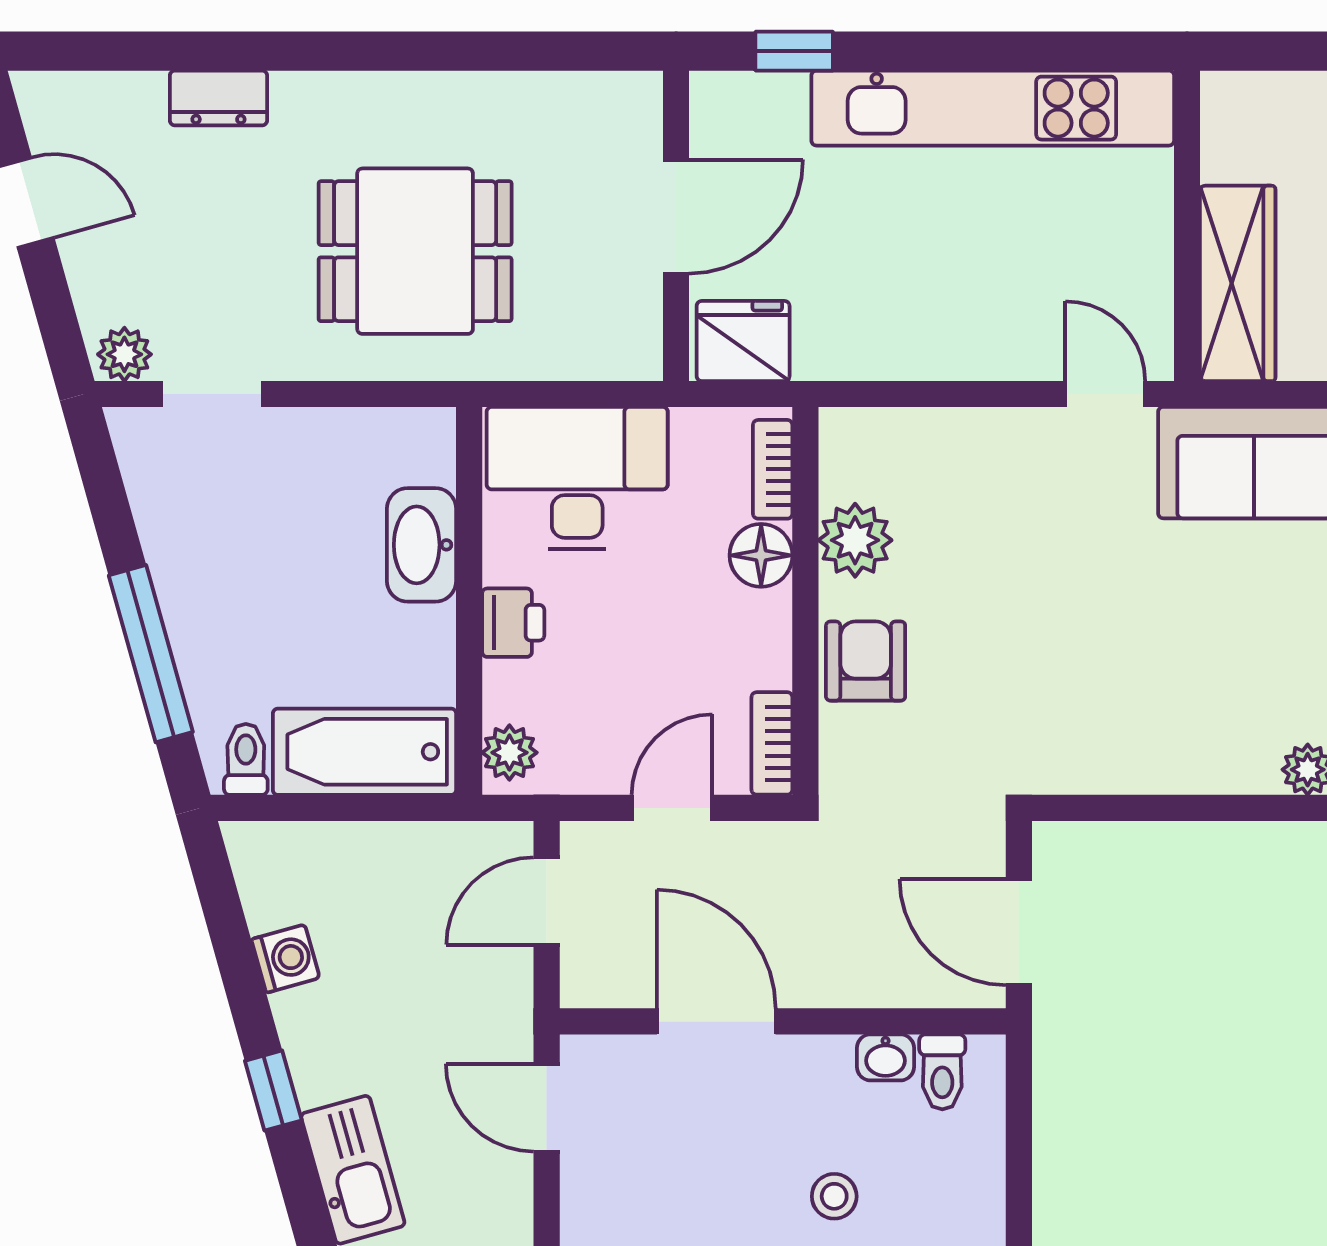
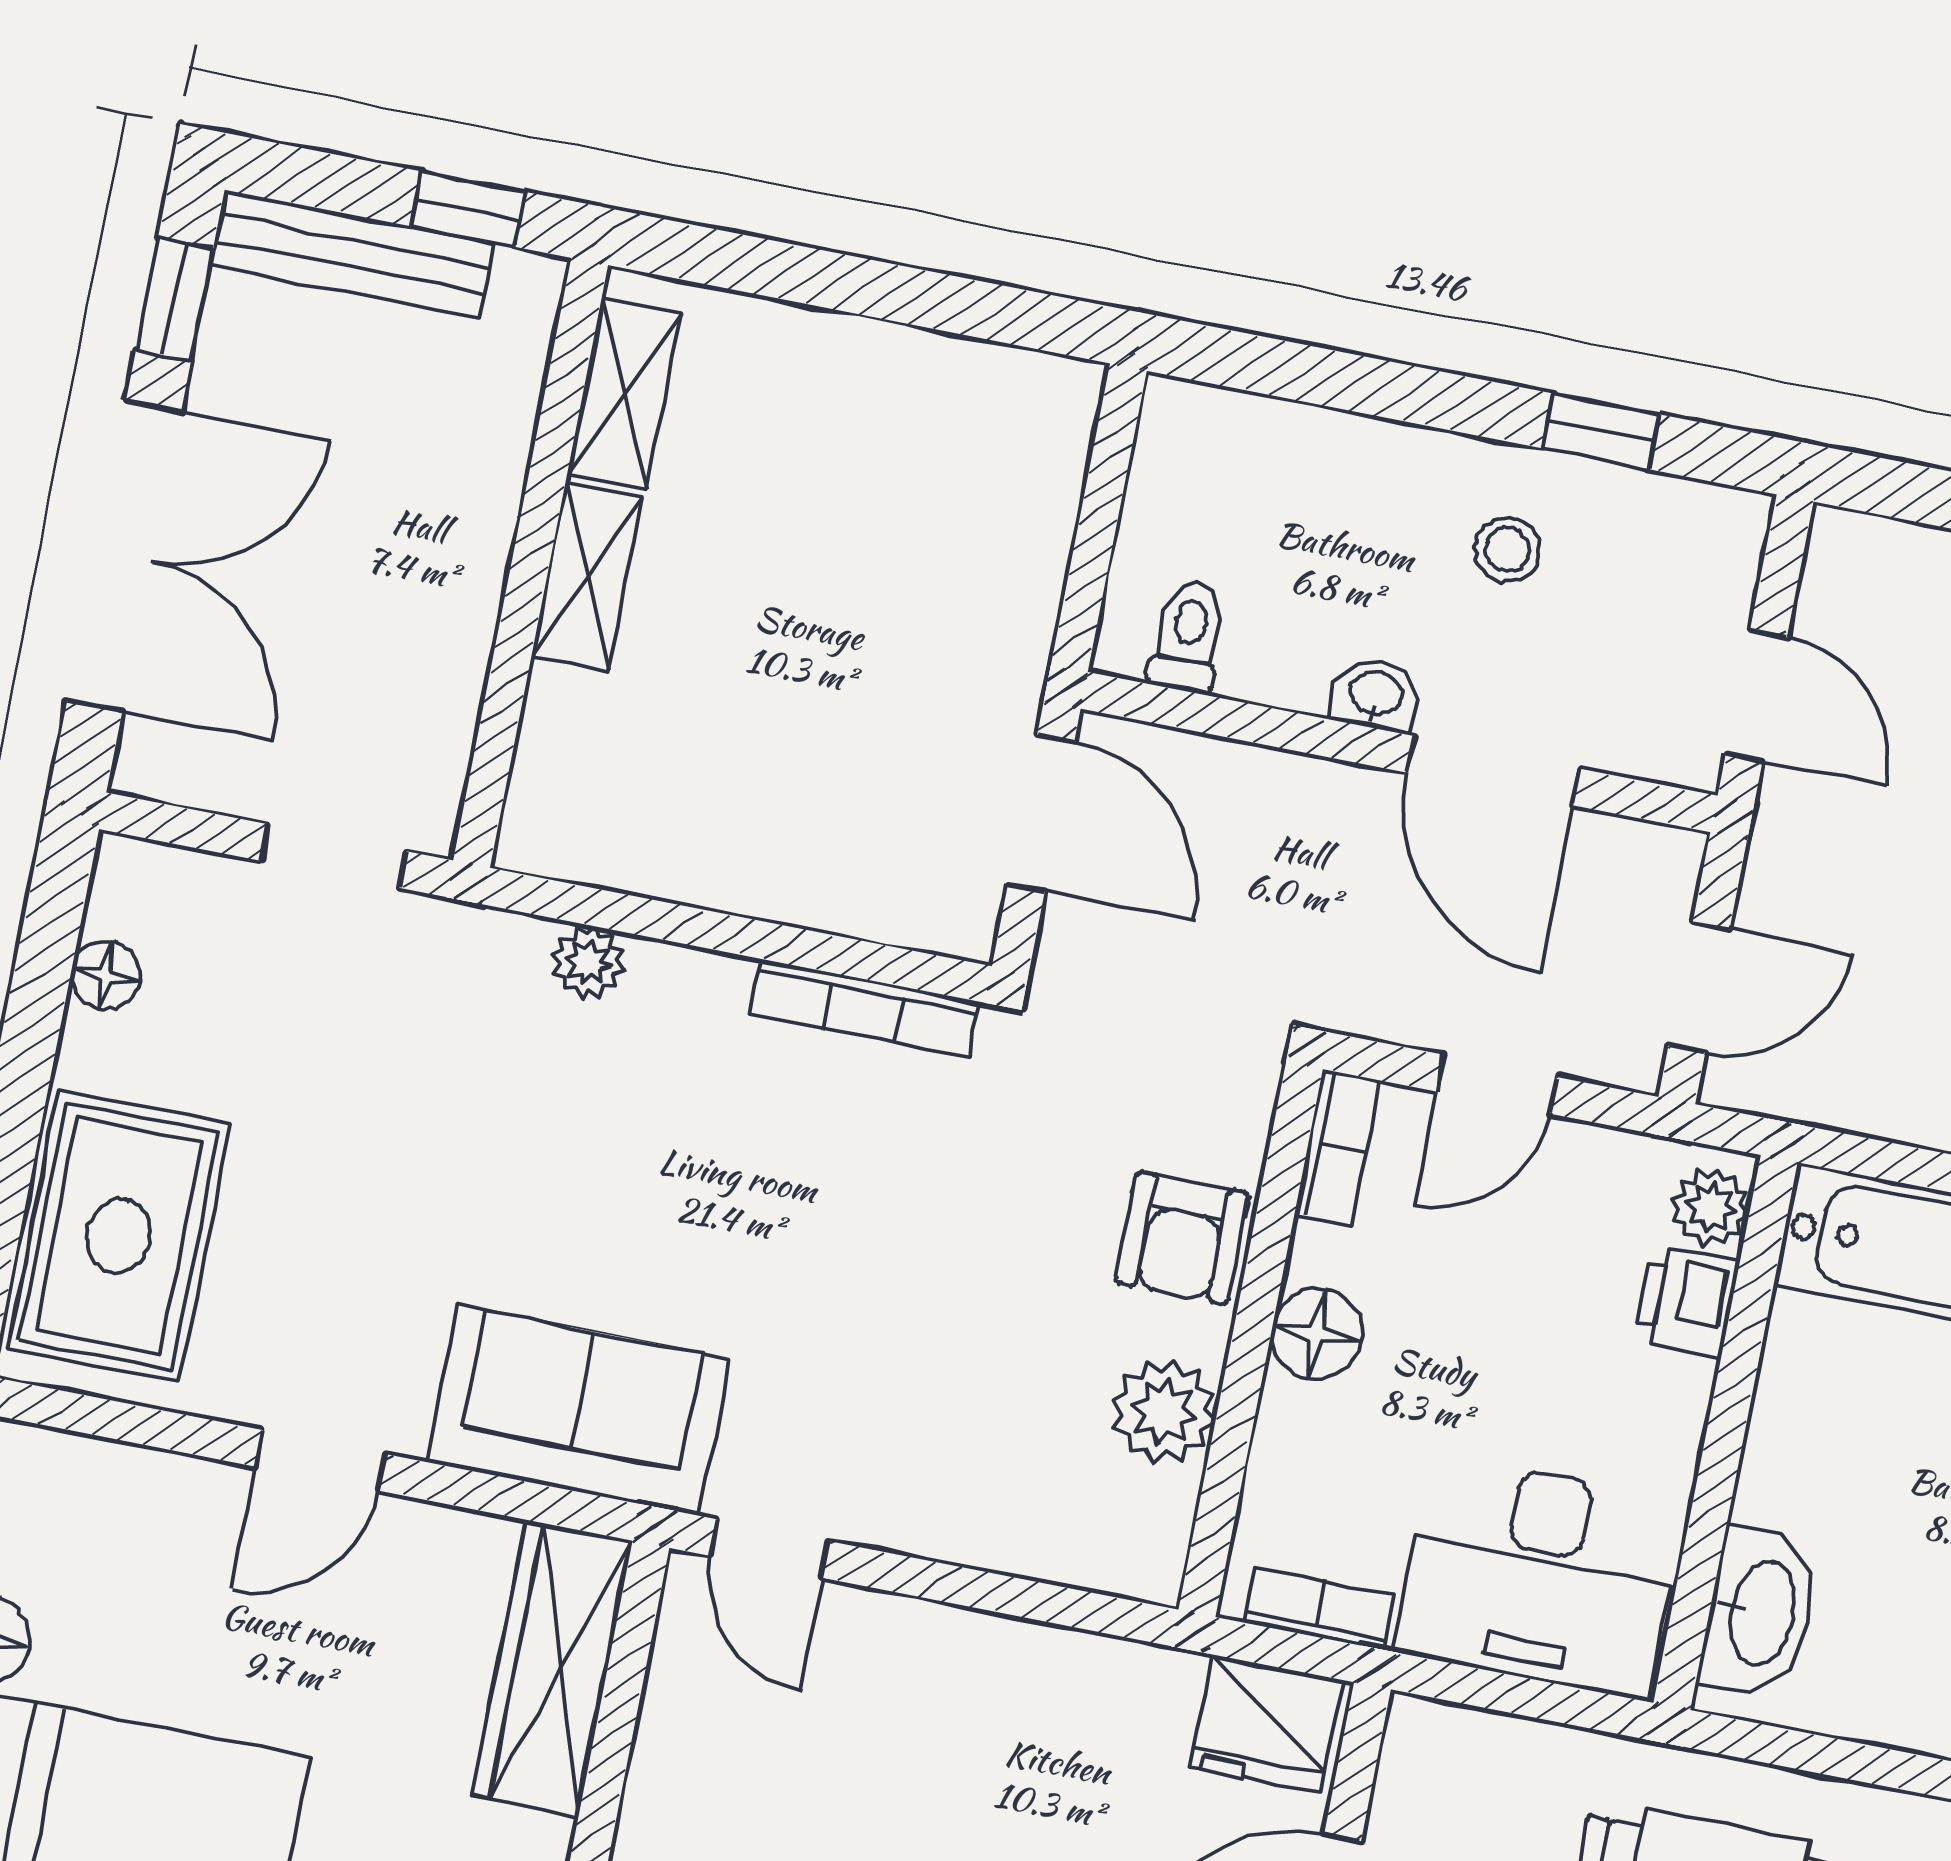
bookcase: (773, 469) -> (1320, 1609), moved, turned -90
washbasin: (421, 545) -> (1760, 1612), moved
floor lamp: (761, 555) -> (1317, 1334), moved
printer: (513, 623) -> (1687, 1301), moved
bookcase: (1113, 775) -> (864, 1008), added
washbasin: (885, 1057) -> (1376, 695), moved
stool: (834, 1196) -> (1507, 550), moved

